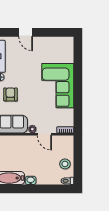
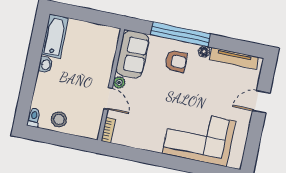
corner sofa: (58, 86) -> (199, 137), moved
door: (44, 134) -> (108, 98), swing flipped

